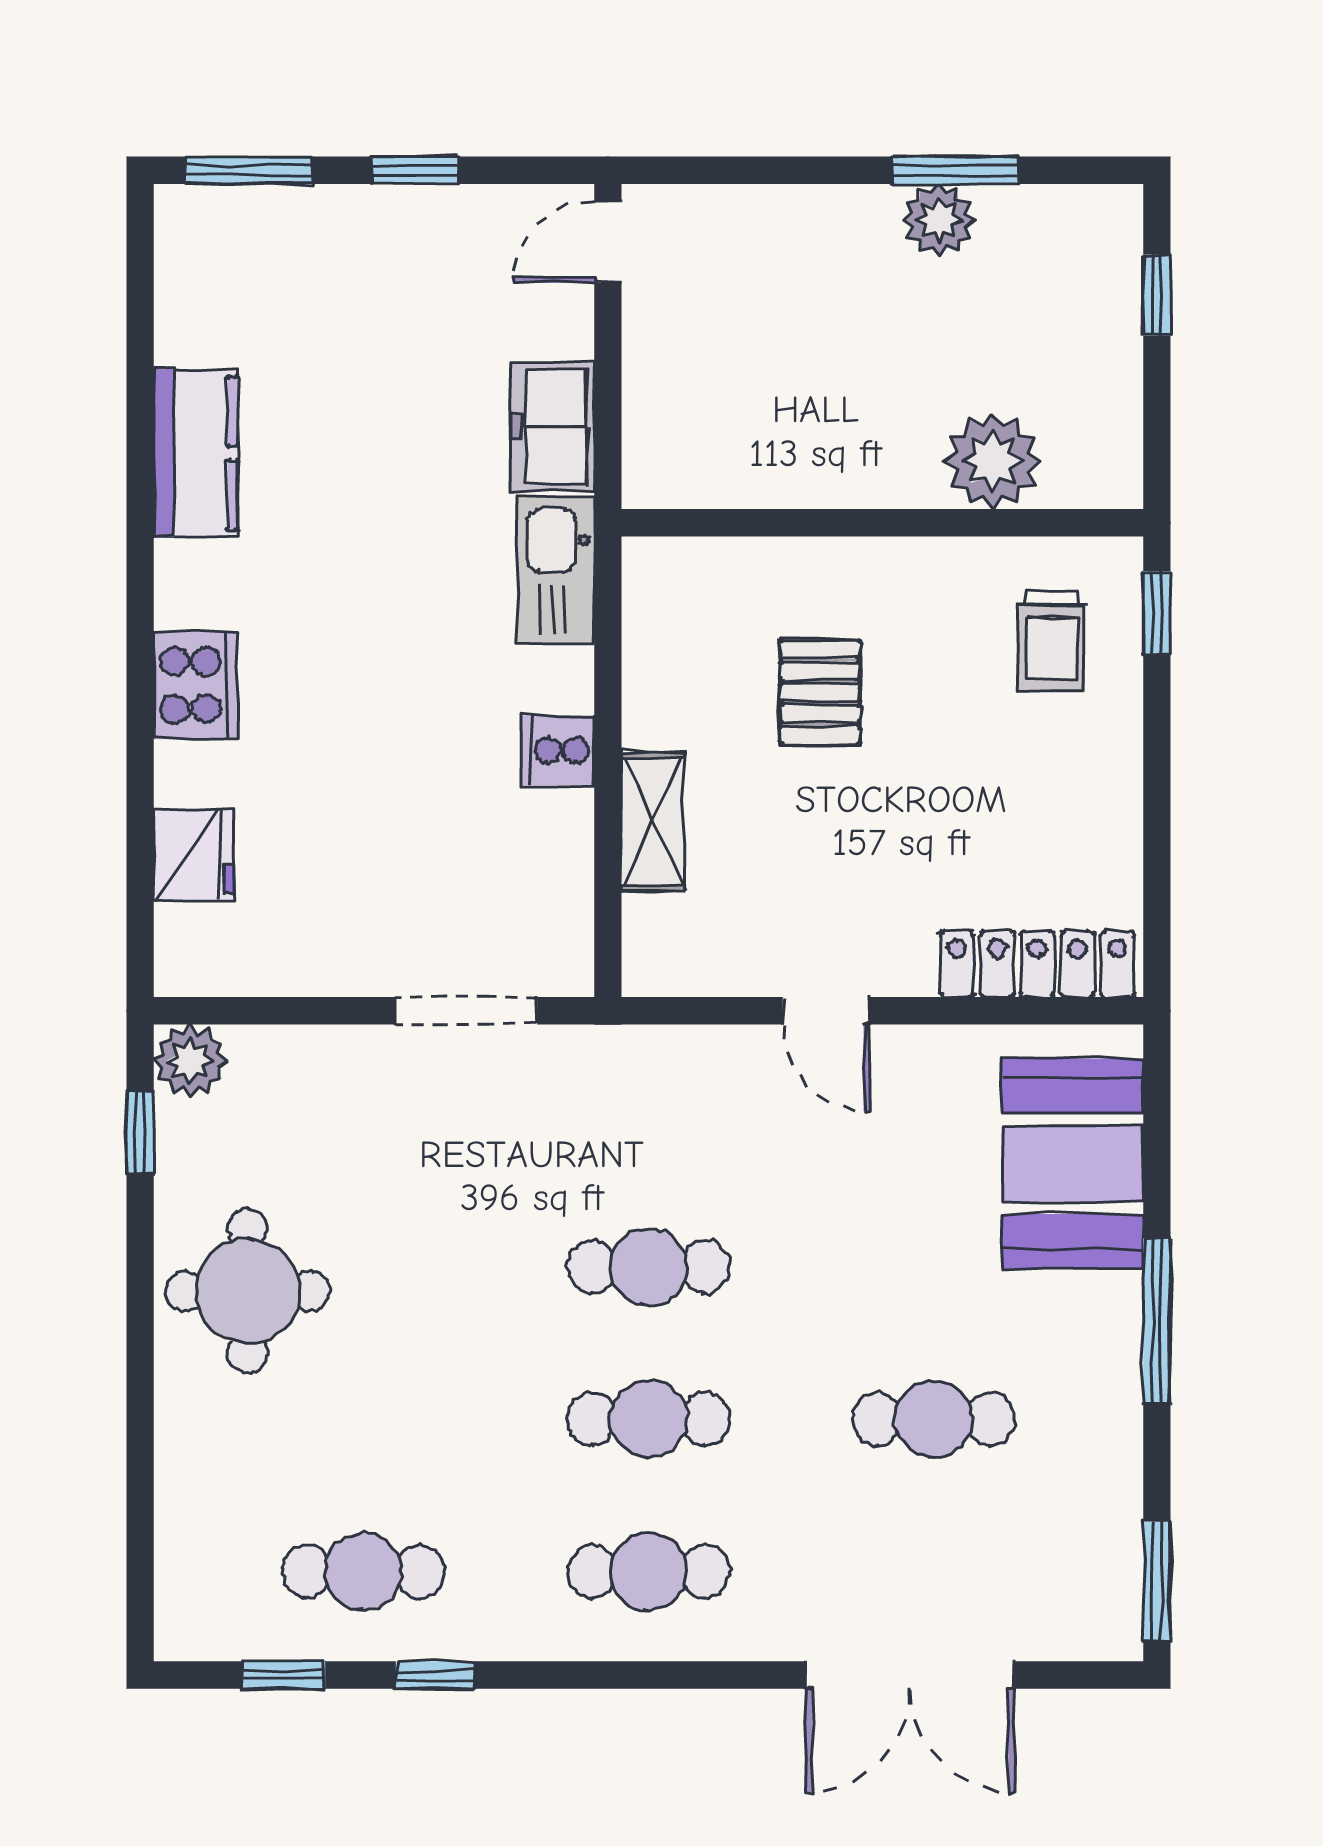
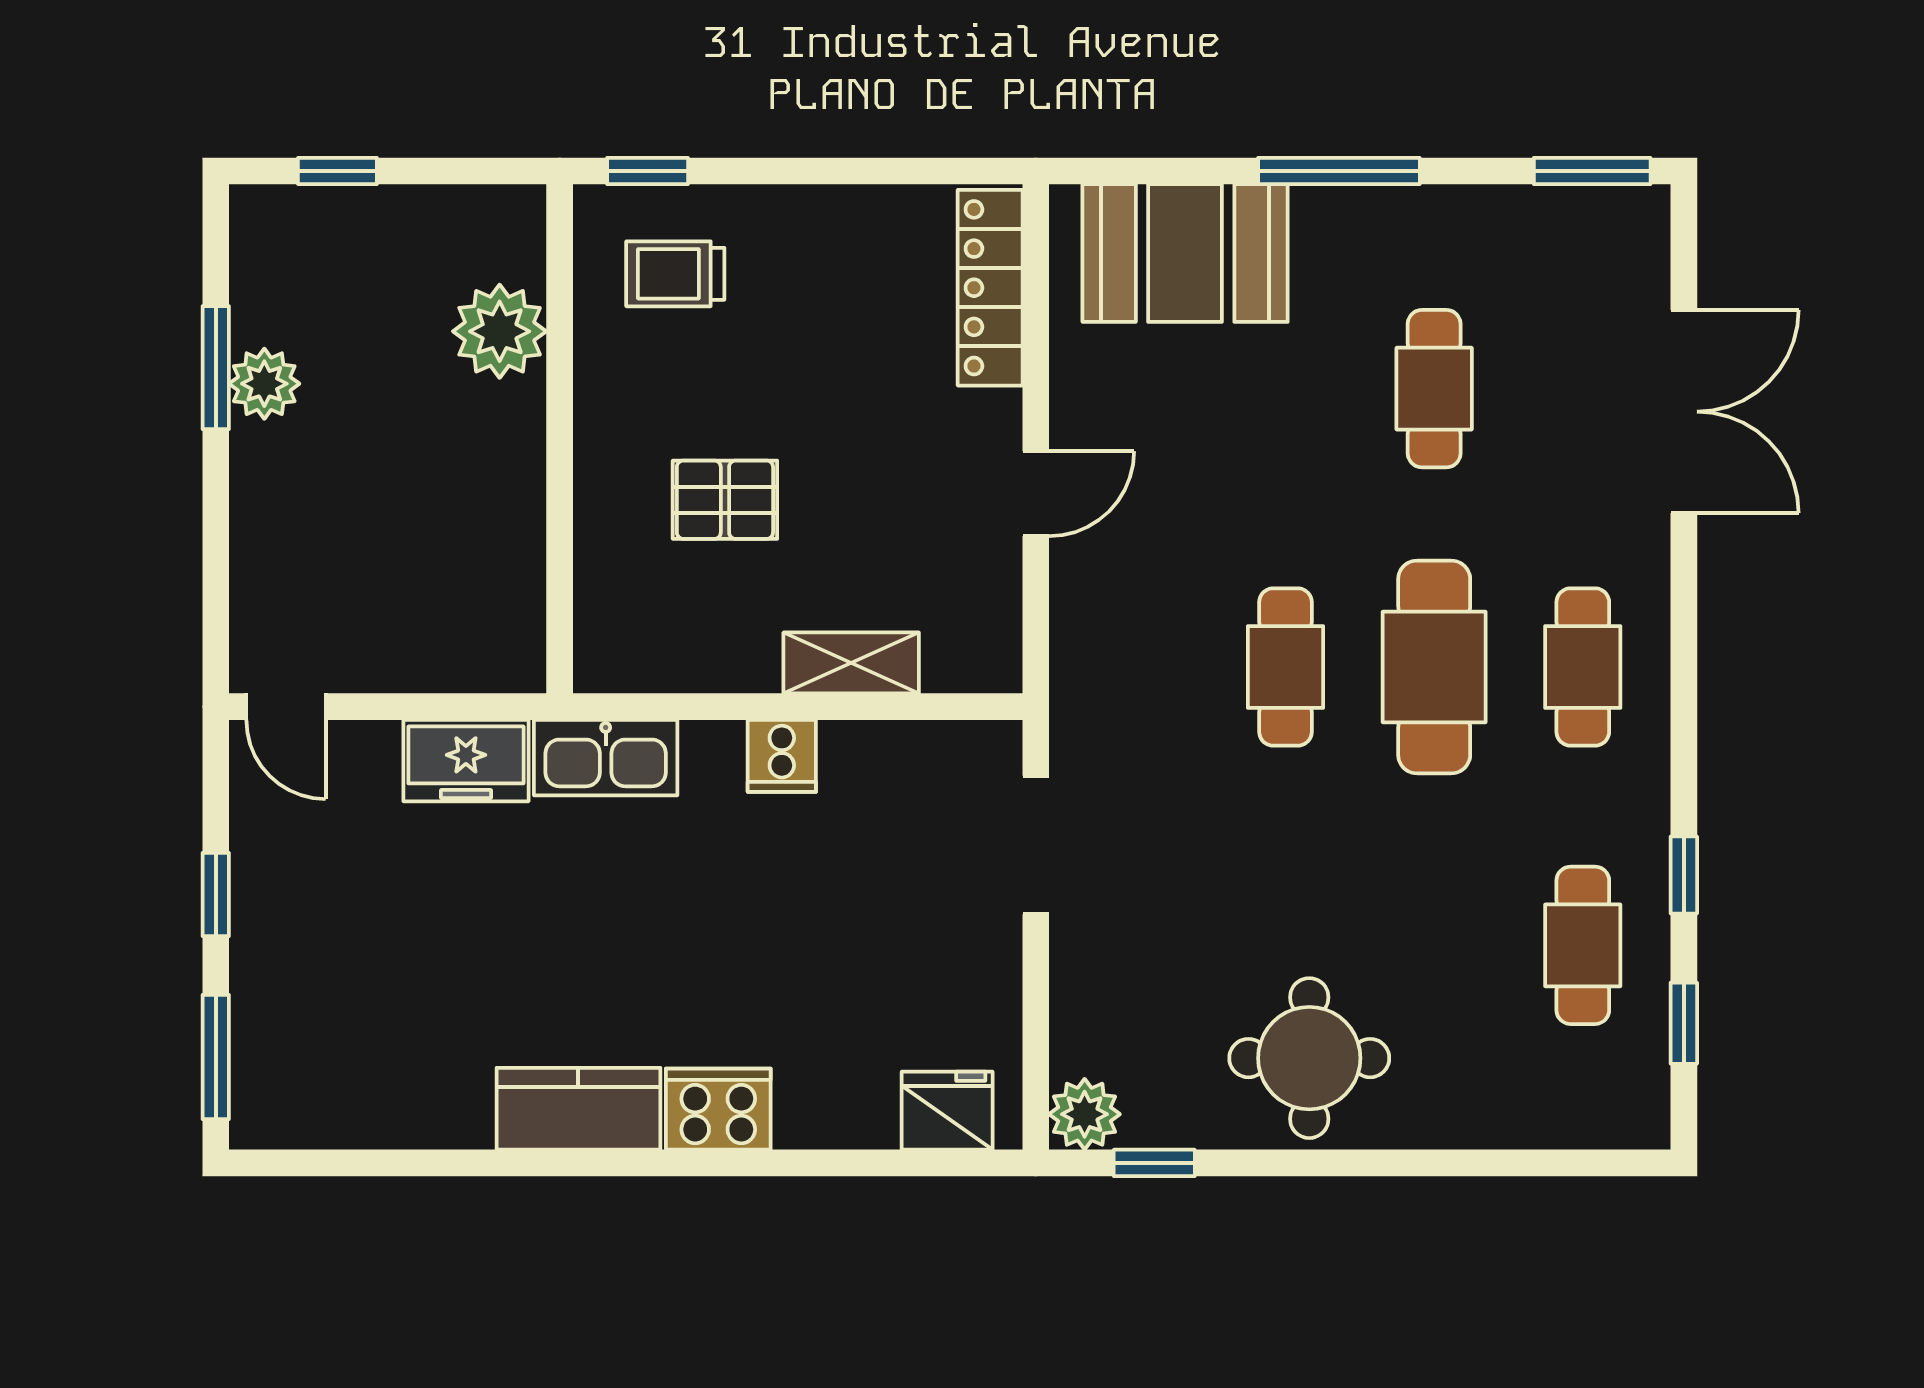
kitchen counter: (196, 453) -> (578, 1109), moved
trolley: (1052, 641) -> (675, 274), turned 180
fridge: (194, 855) -> (947, 1111), moved
cafe table: (649, 1419) -> (1434, 667), width x1.37, depth x1.35

